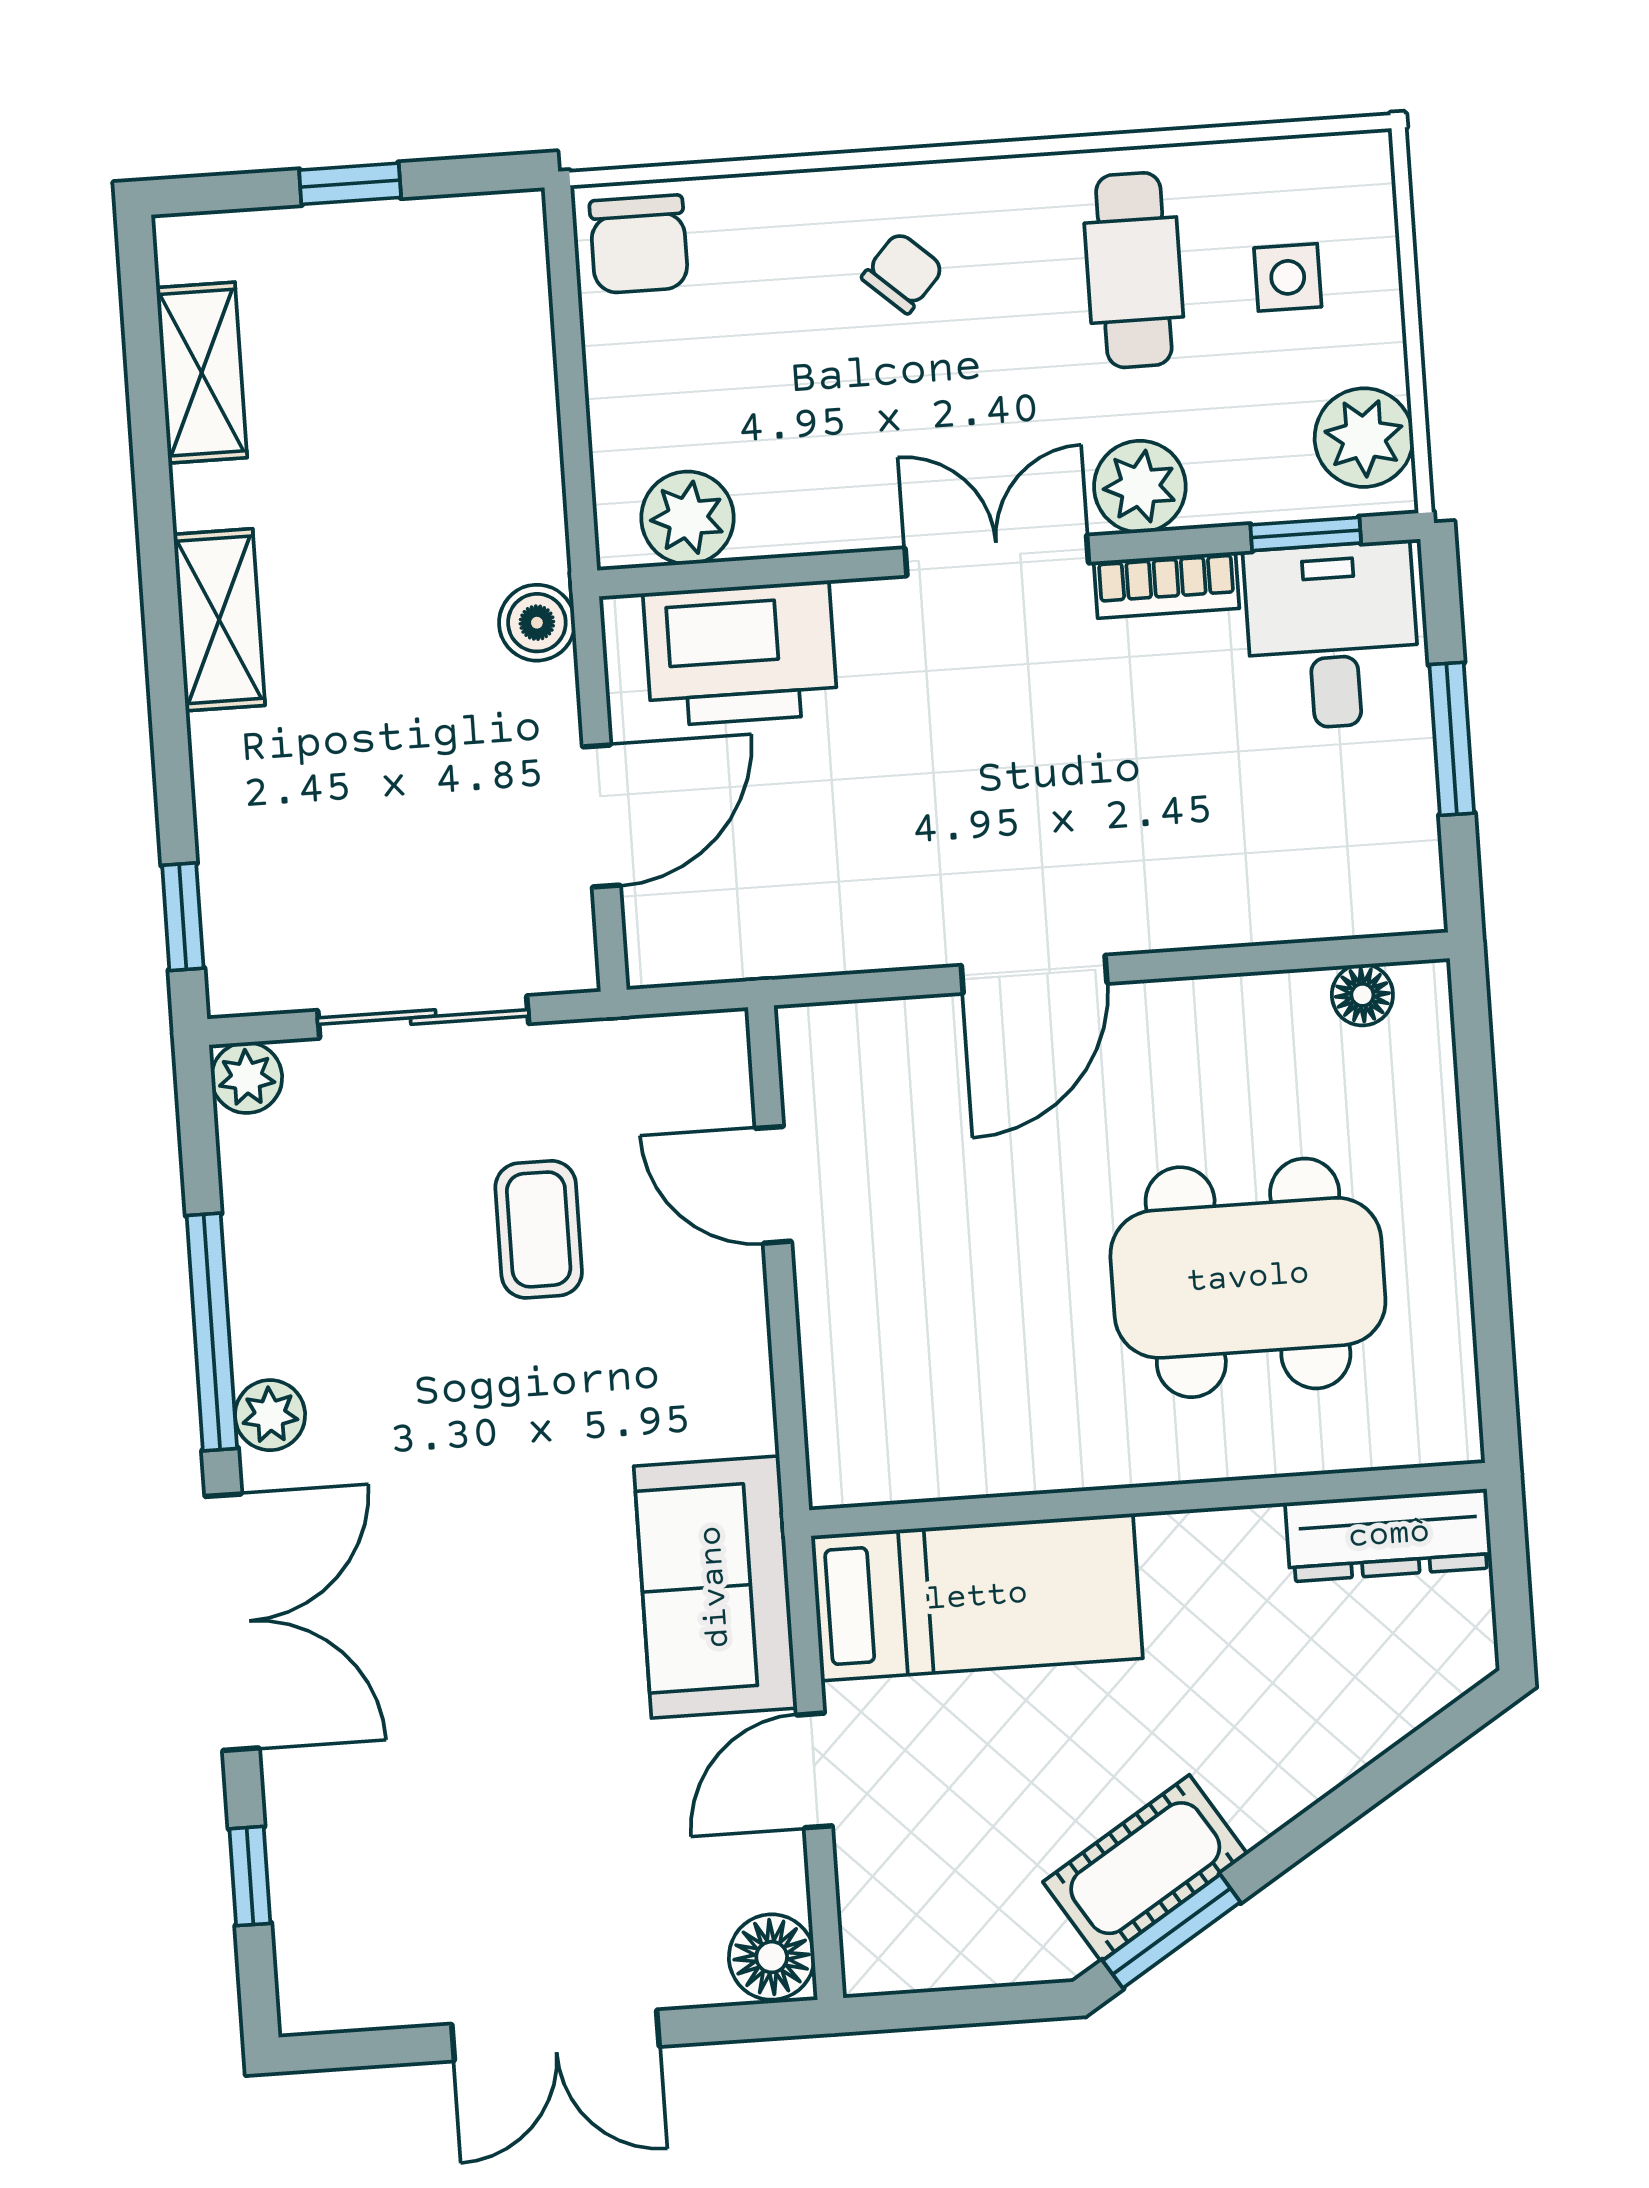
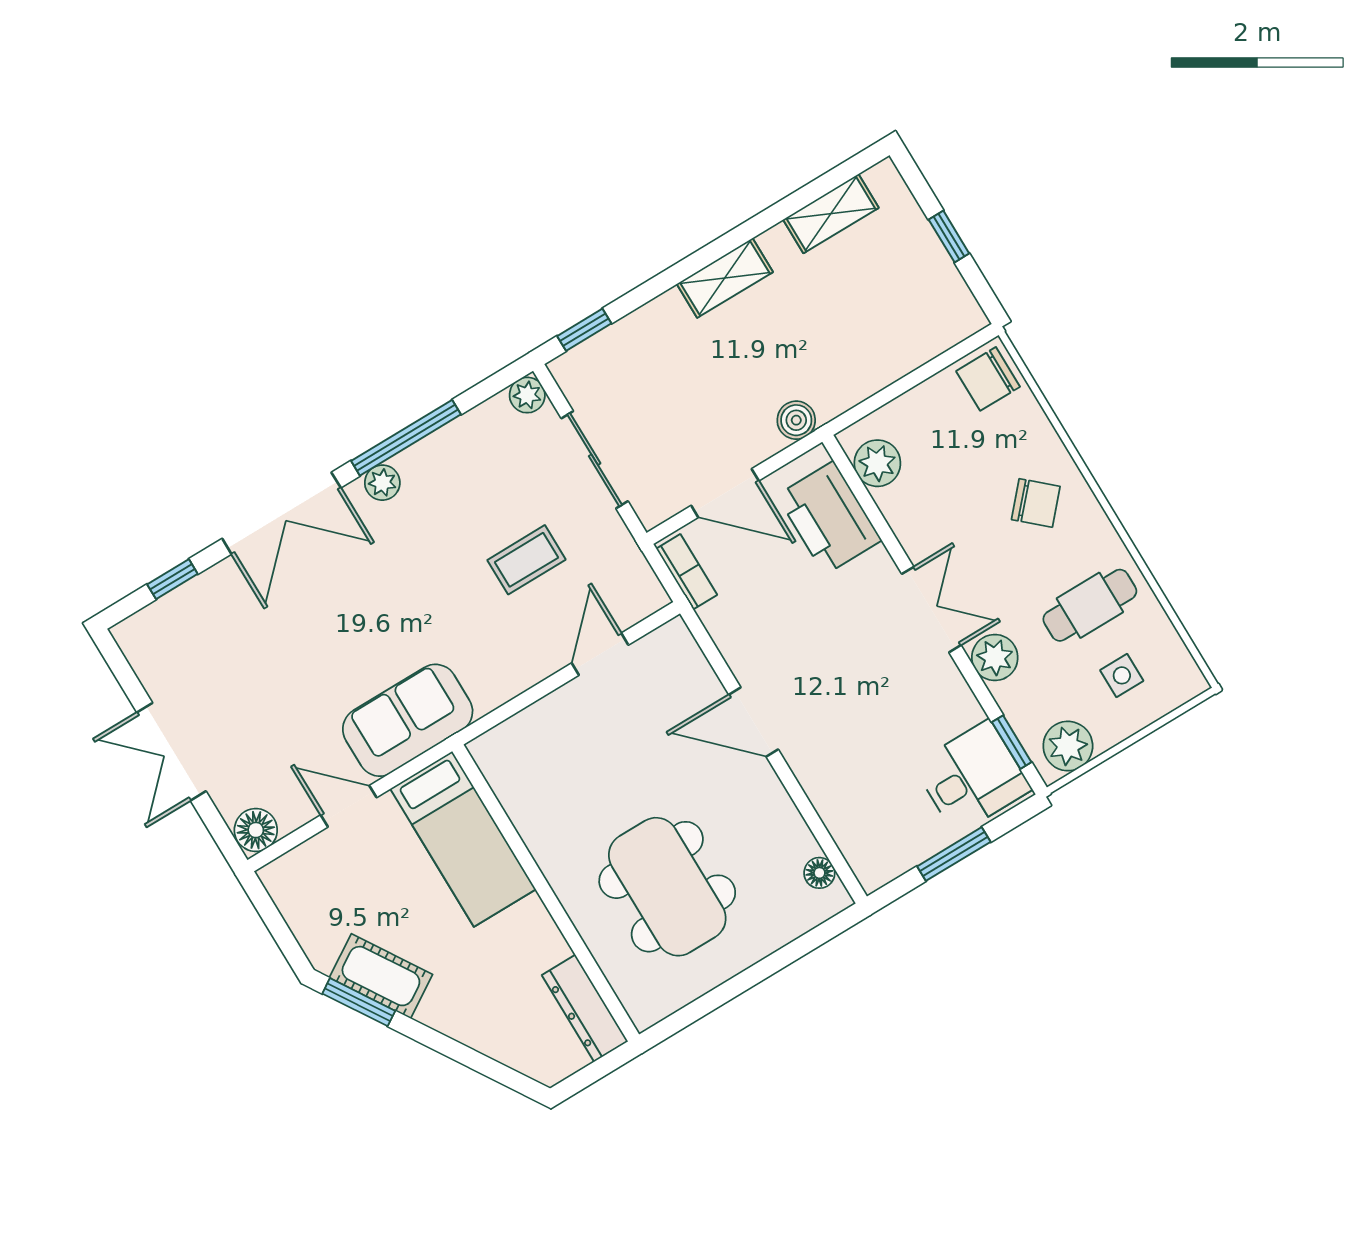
chair: (903, 273) -> (1036, 503), width x1.37, depth x1.37
bookcase: (1166, 585) -> (687, 572), moved, turned 180

